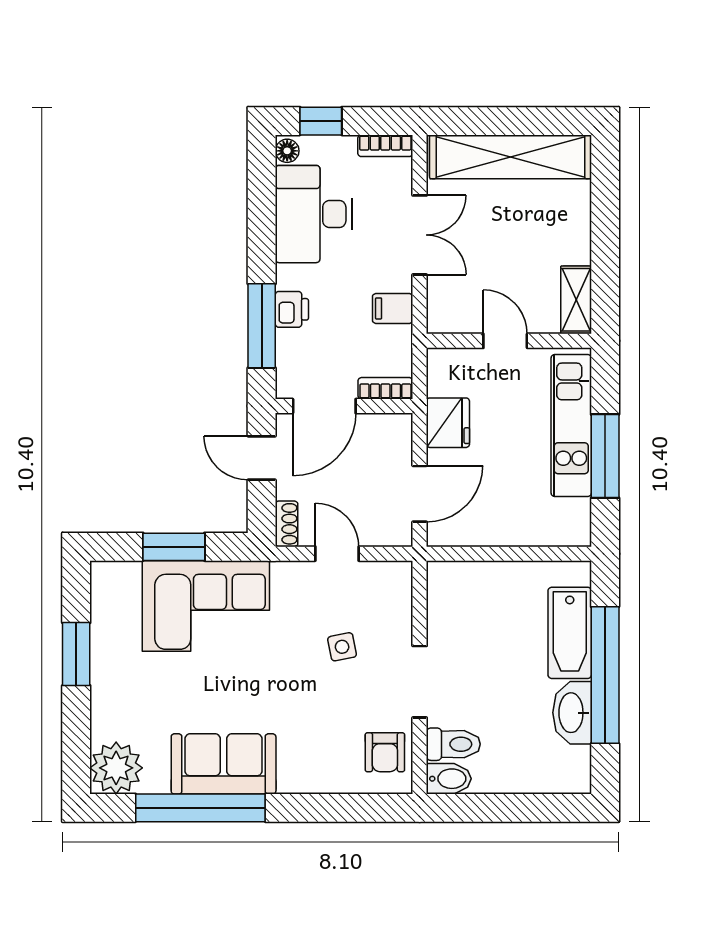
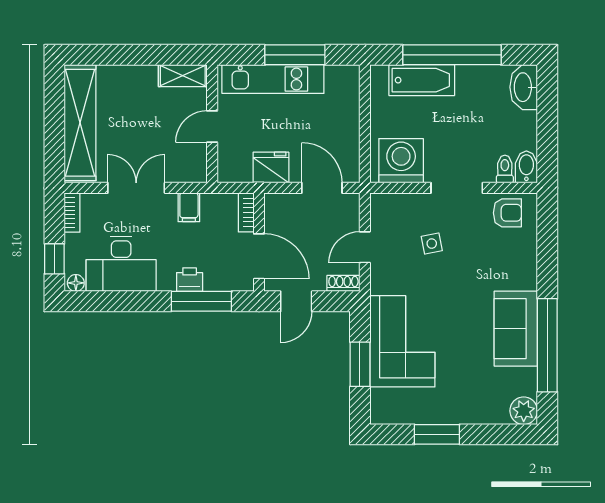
washing machine: (457, 604) -> (401, 161), added
washbasin: (572, 713) -> (524, 87), moved, turned 90
toilet: (453, 744) -> (505, 169), width x0.73, depth x0.72
plant: (116, 768) -> (524, 411), width x0.73, depth x0.73

